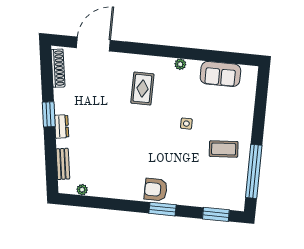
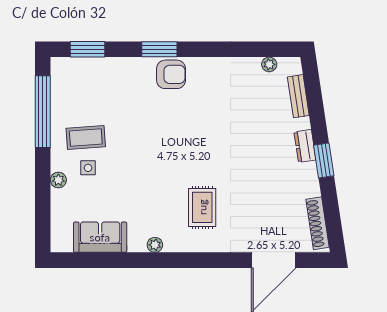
plant: (247, 119) -> (58, 180), added
side table: (186, 124) -> (88, 168), moved

